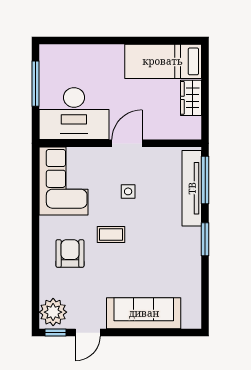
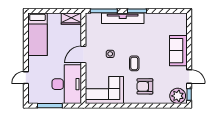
door: (86, 41) -> (26, 78), added
wardrobe: (191, 98) -> (71, 19), moved
door: (127, 143) -> (83, 54), hinge flipped
tv unit: (192, 188) -> (123, 18), moved
sofa: (144, 313) -> (178, 51), width x0.73

